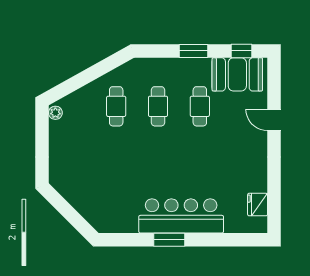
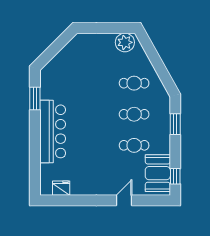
window: (194, 51) -> (175, 124), moved
plant: (55, 113) -> (125, 42), width x1.88, depth x1.88
window: (169, 240) -> (35, 98), moved

